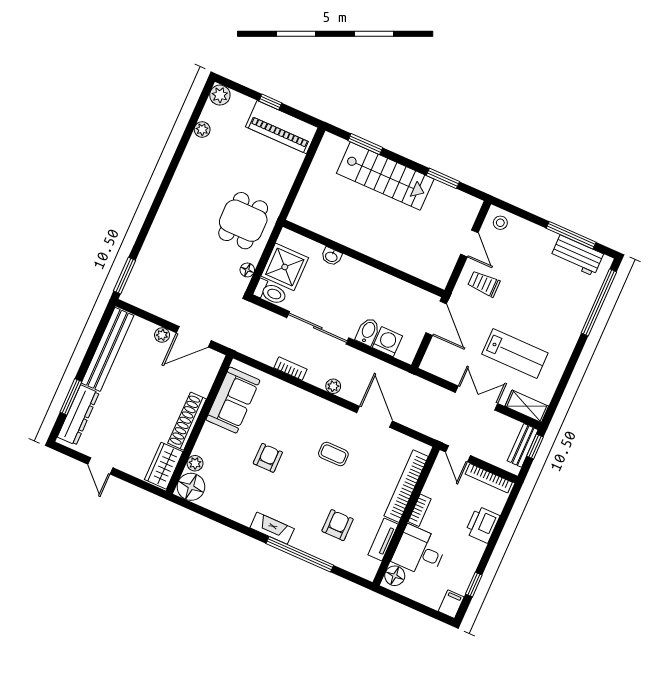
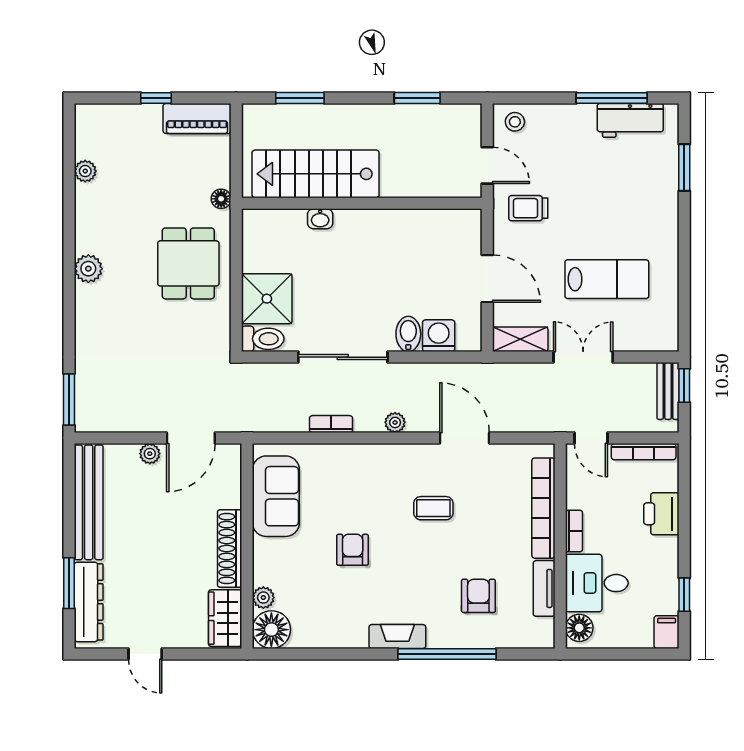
plant: (220, 95) -> (88, 269), moved
piano: (282, 127) -> (197, 118), width x0.73, depth x0.75
stairs: (385, 176) -> (316, 174), moved, turned 180
washbasin: (331, 256) -> (320, 219), moved
wall: (364, 258) -> (362, 203), moved
floor lamp: (247, 270) -> (221, 199), moved
window: (599, 302) -> (684, 167), width x0.47
shelving: (527, 406) -> (520, 339), moved

